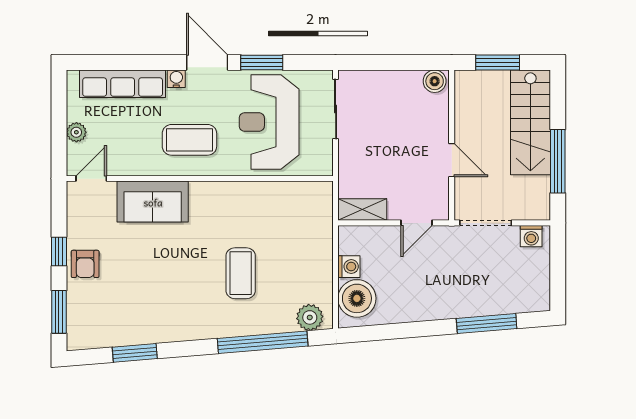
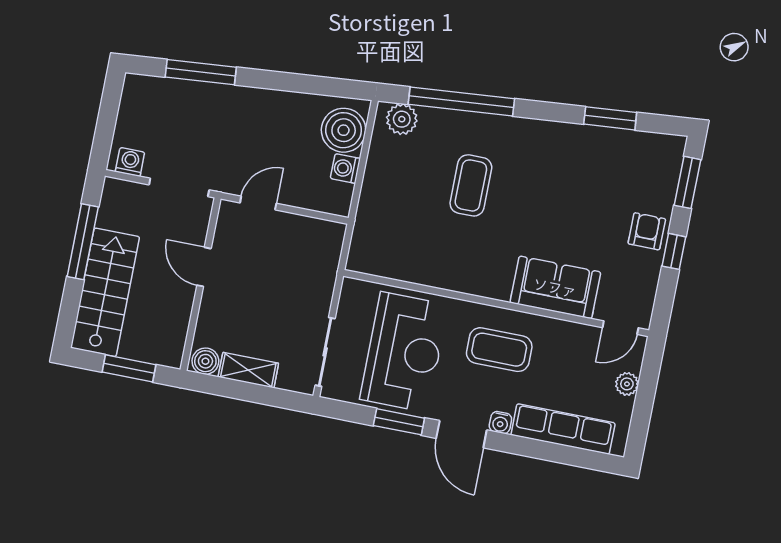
shelving: (362, 210) -> (248, 370), moved

